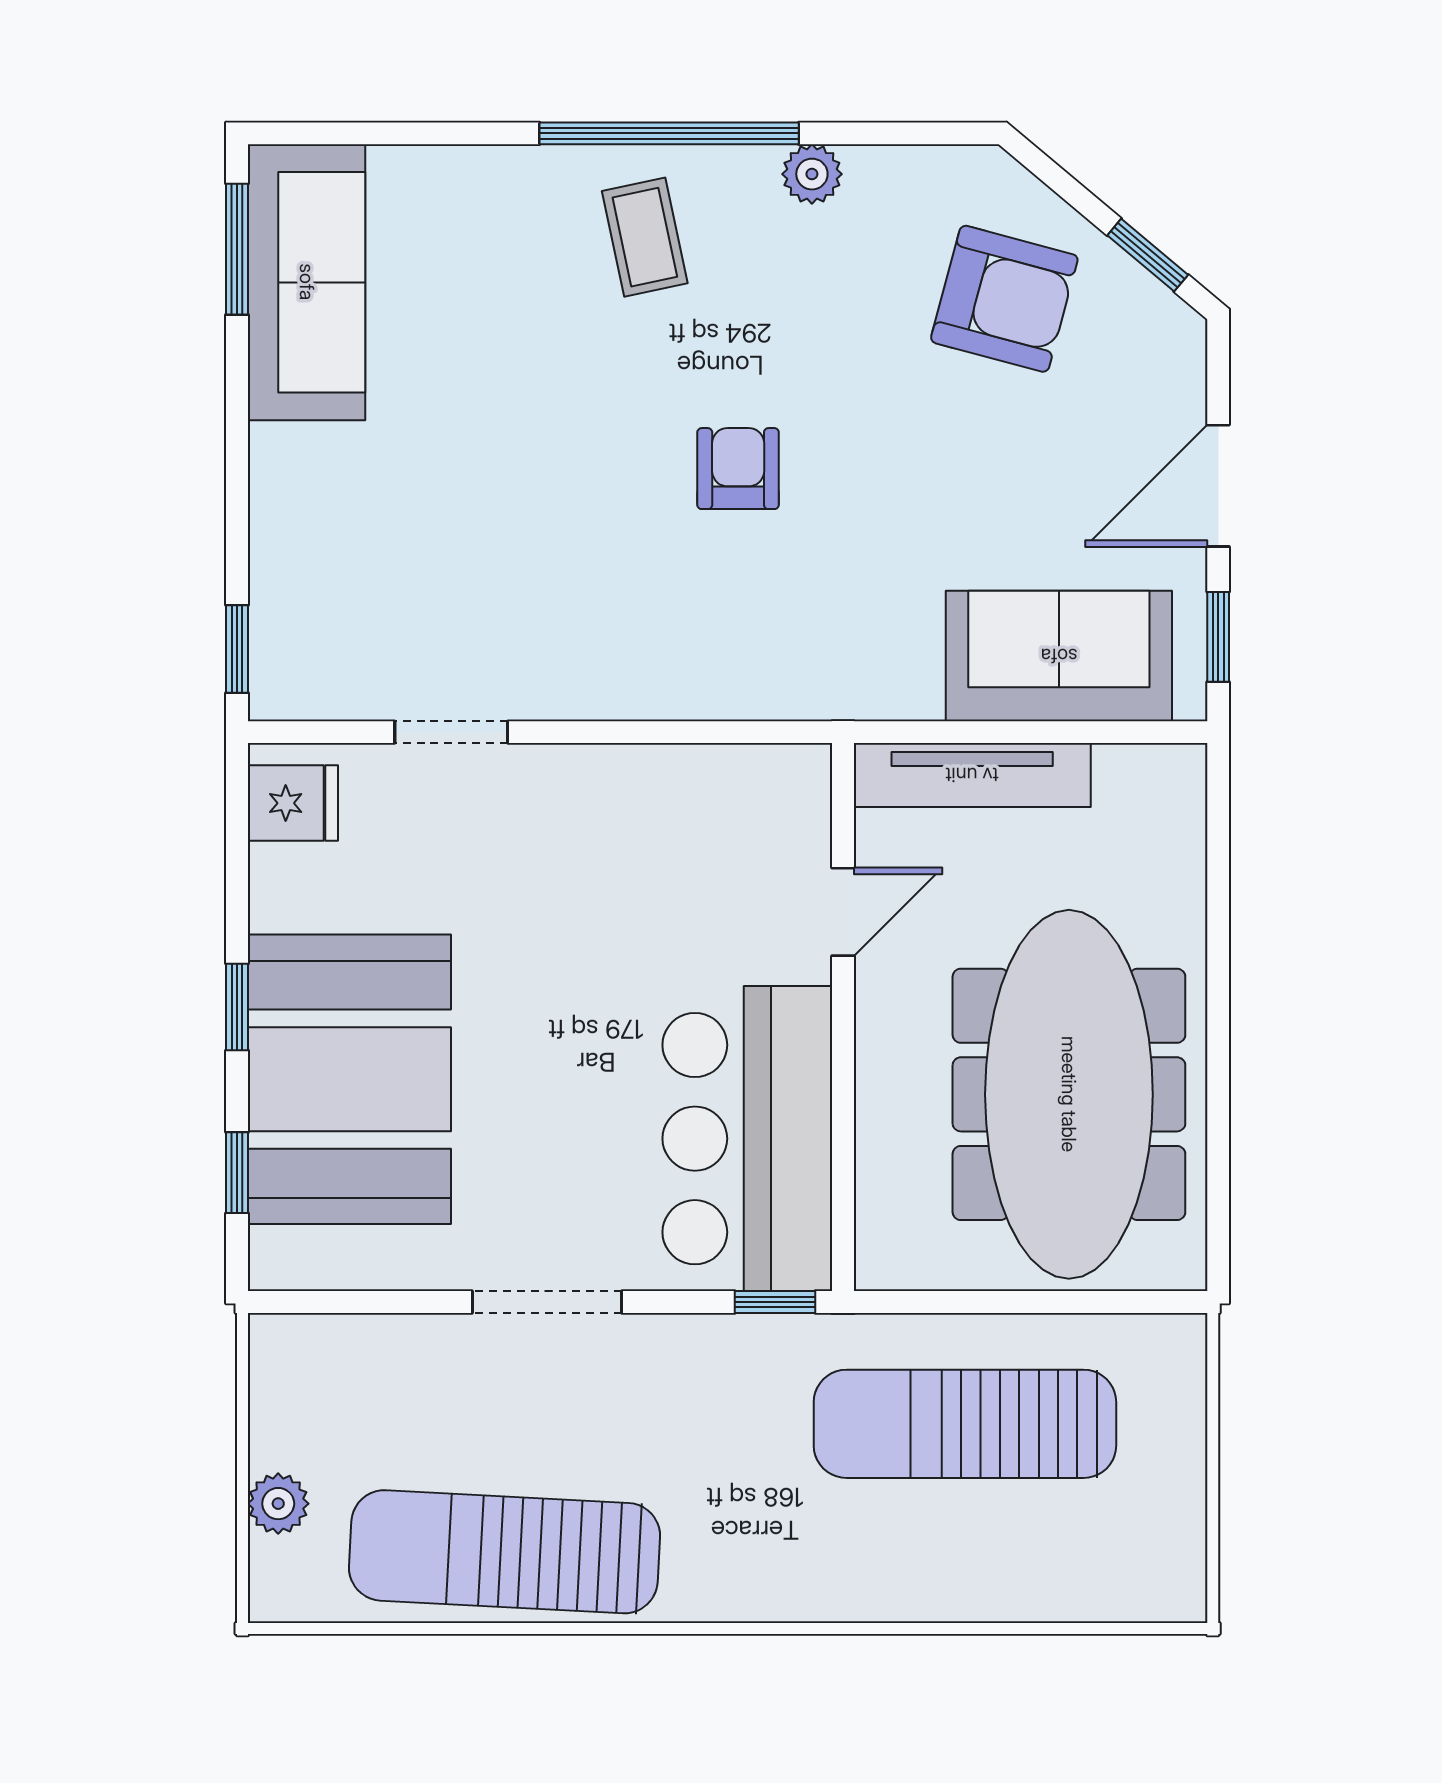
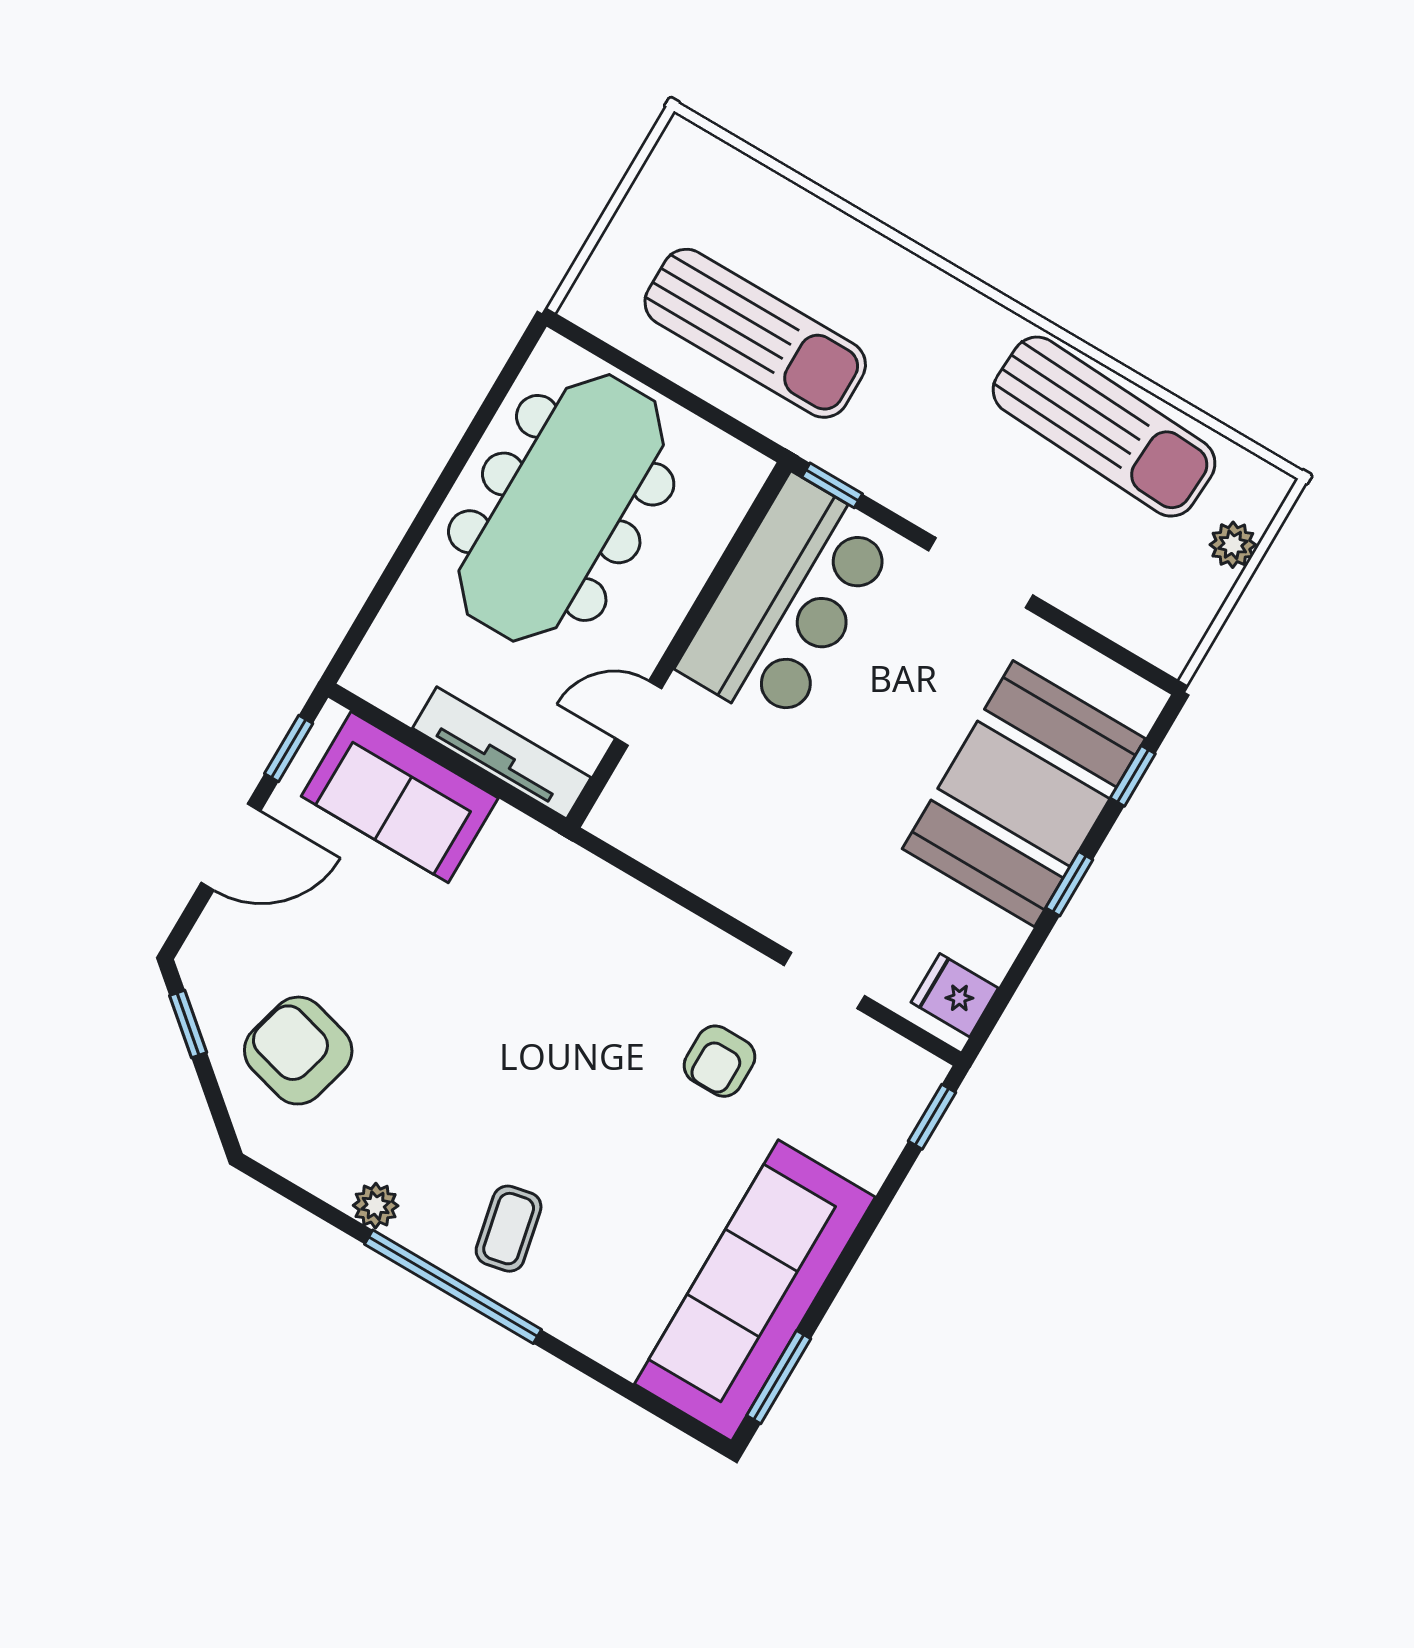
sofa: (307, 282) -> (755, 1290), width x1.36, depth x1.27
armchair: (738, 469) -> (720, 1061), moved

